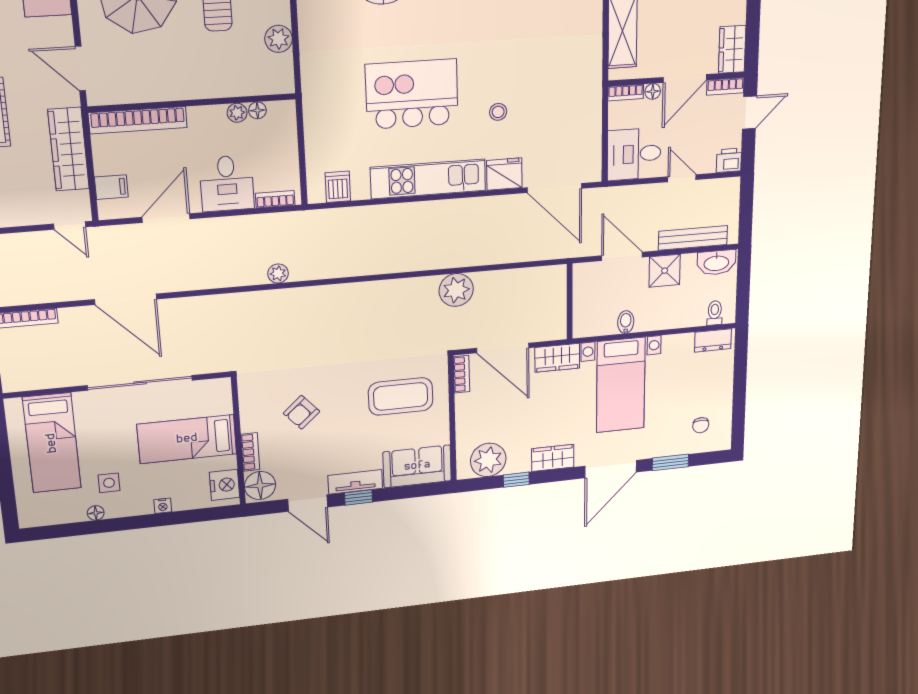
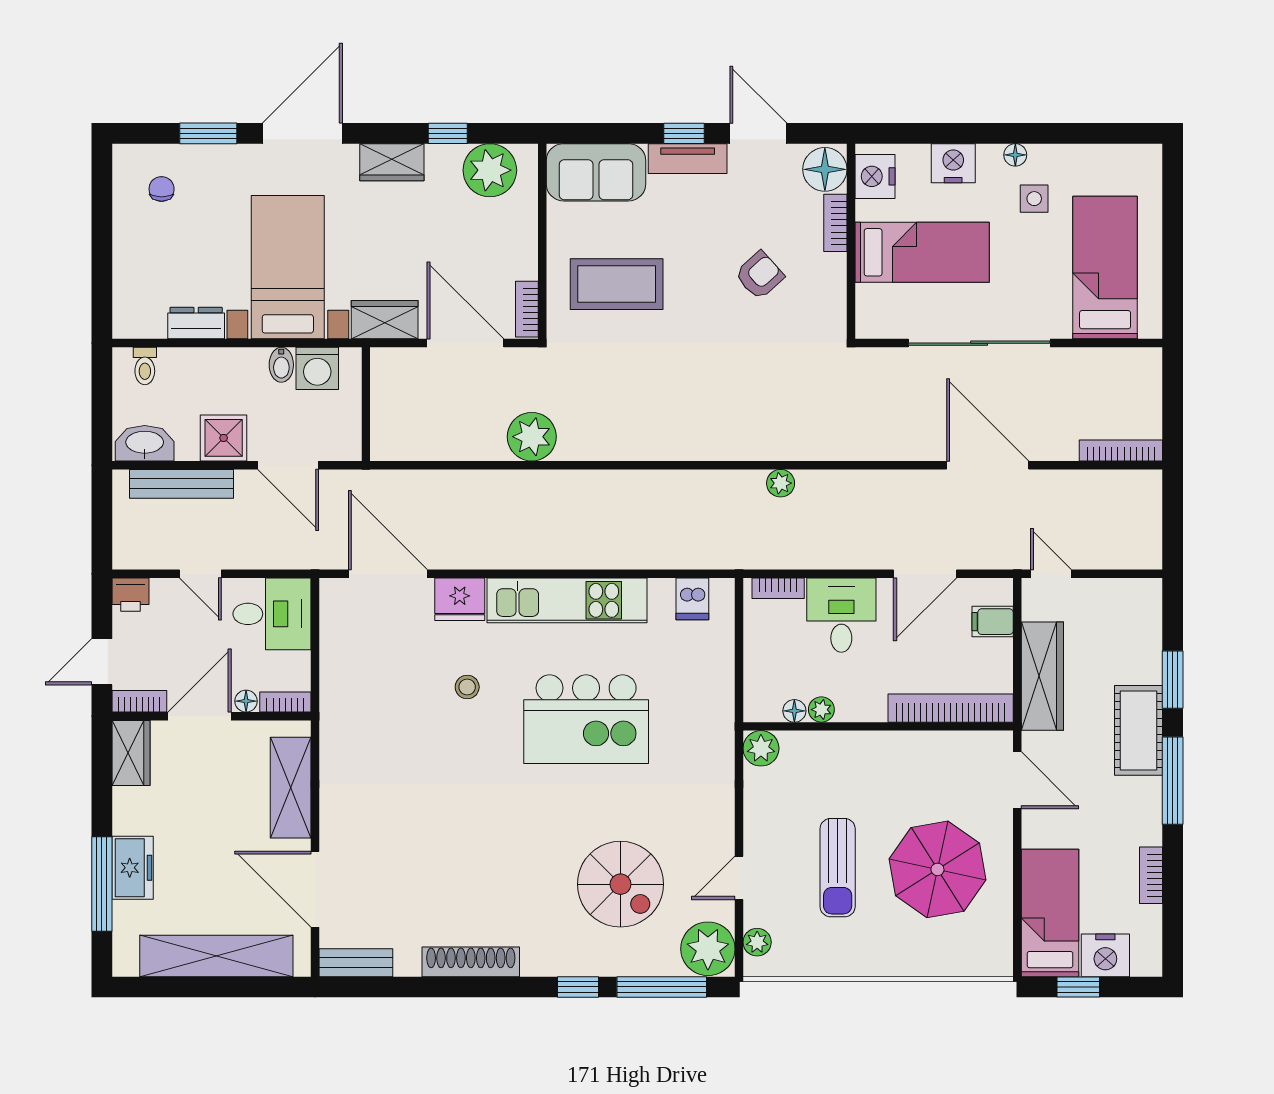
plant: (279, 39) -> (761, 748), moved
washing machine: (602, 322) -> (317, 368), added
dresser: (713, 340) -> (196, 323), moved
nightstand: (163, 506) -> (953, 163), width x1.89, depth x1.79
floor lamp: (96, 513) -> (1015, 155), moved

